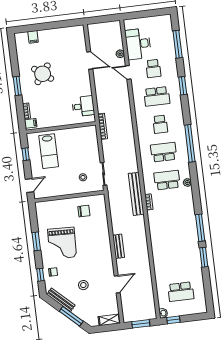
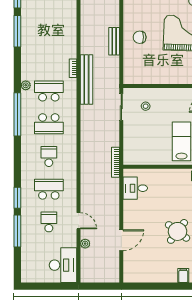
desk: (138, 44) -> (63, 265), moved
window: (178, 44) -> (17, 231), moved
door: (90, 60) -> (121, 240), swing flipped
window: (190, 143) -> (17, 114), moved
school desk: (167, 180) -> (49, 91), turned 180
chair: (84, 211) -> (140, 37), moved
bench: (119, 246) -> (114, 41), moved

